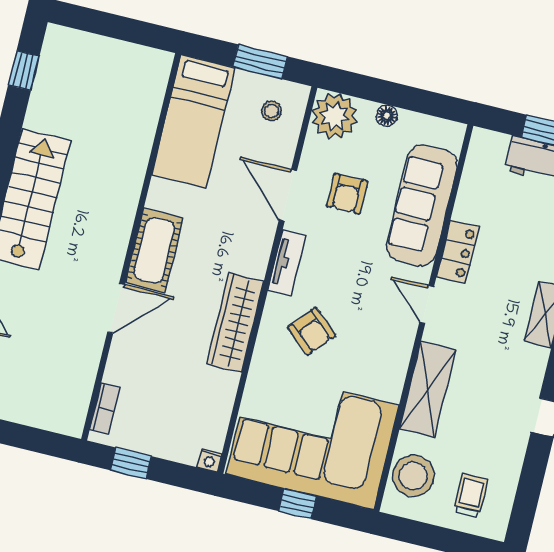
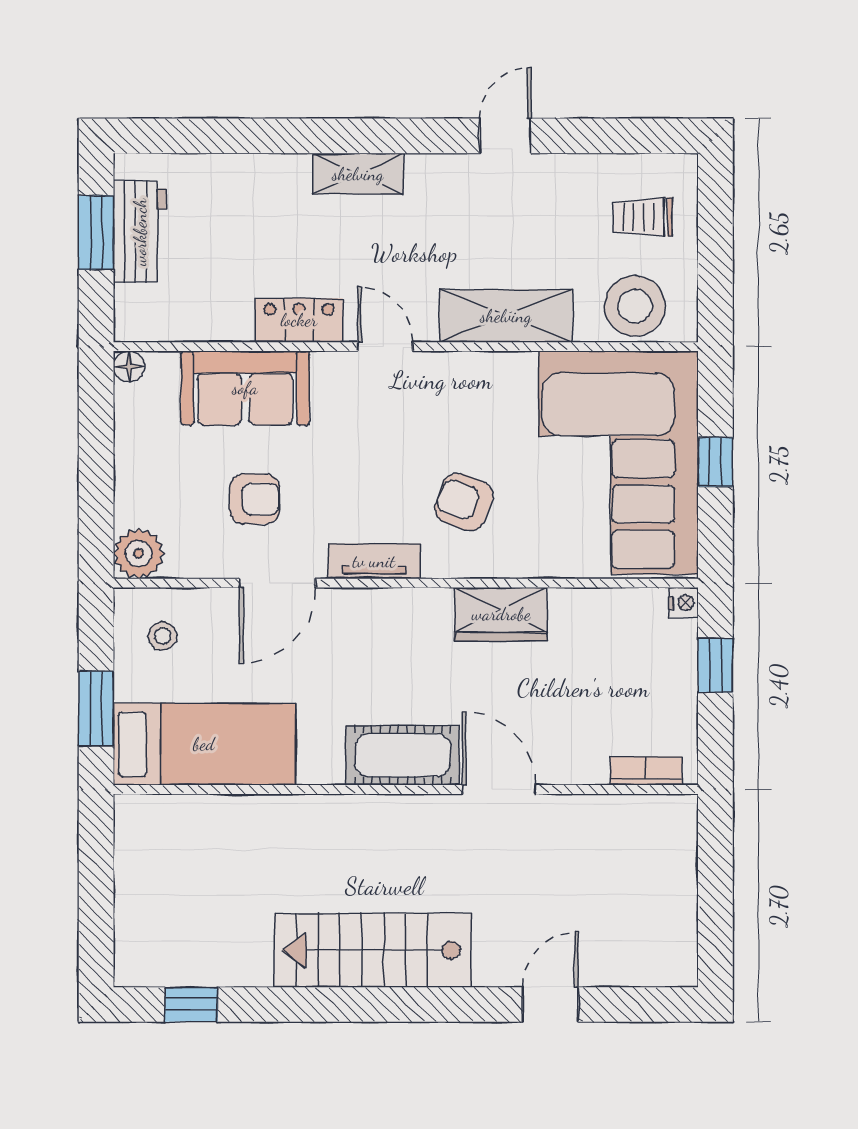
window: (260, 62) -> (96, 709), moved
plant: (334, 116) -> (139, 553), width x0.73, depth x0.73
floor lamp: (387, 116) -> (129, 367), moved
sofa: (422, 205) -> (245, 388), width x0.73
door: (427, 305) -> (385, 347), swing flipped
wardrobe: (235, 323) -> (501, 614), width x0.67
armchair: (312, 331) -> (464, 502), turned -110
window: (131, 463) -> (715, 665), moved

